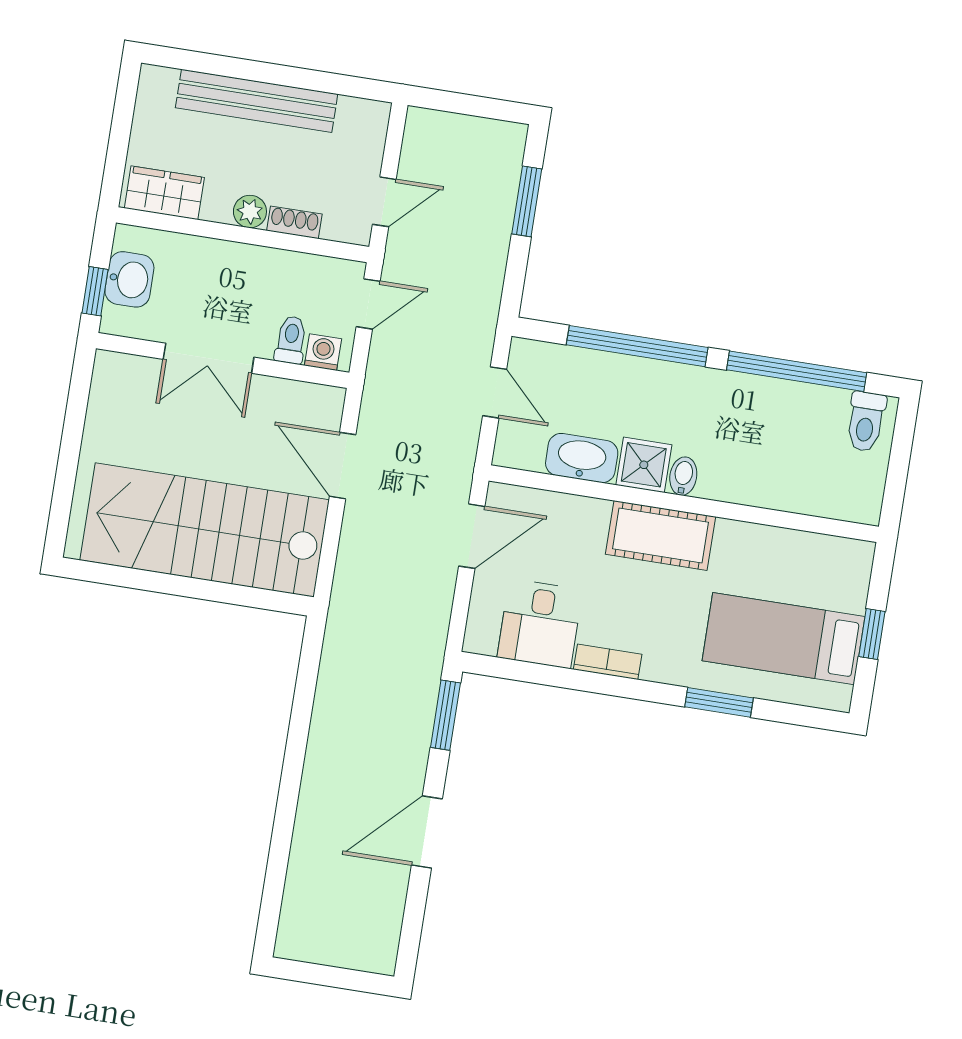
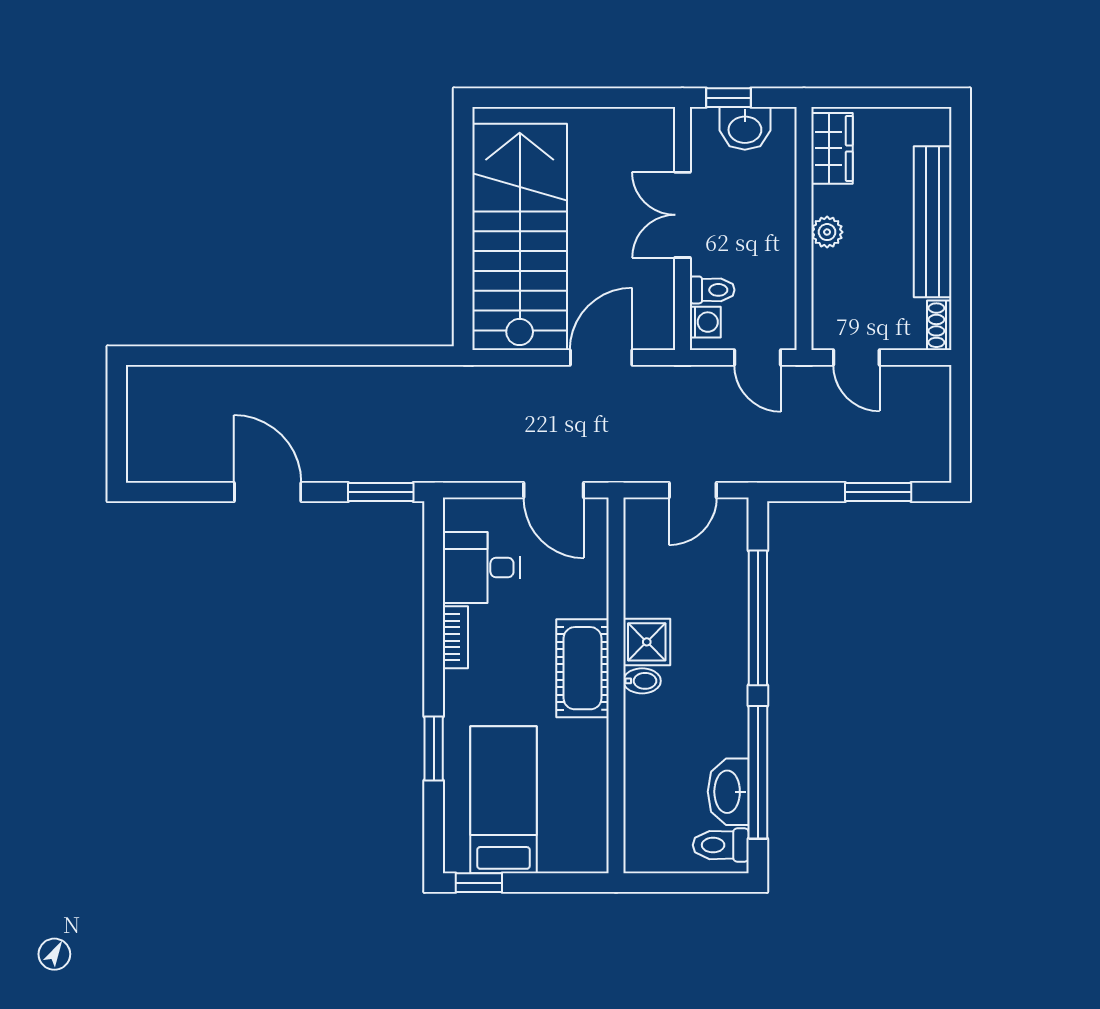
shoe rack: (294, 222) -> (939, 325), moved, turned 180
washbasin: (582, 458) -> (728, 792), moved, turned 180
window: (872, 634) -> (479, 883), moved

